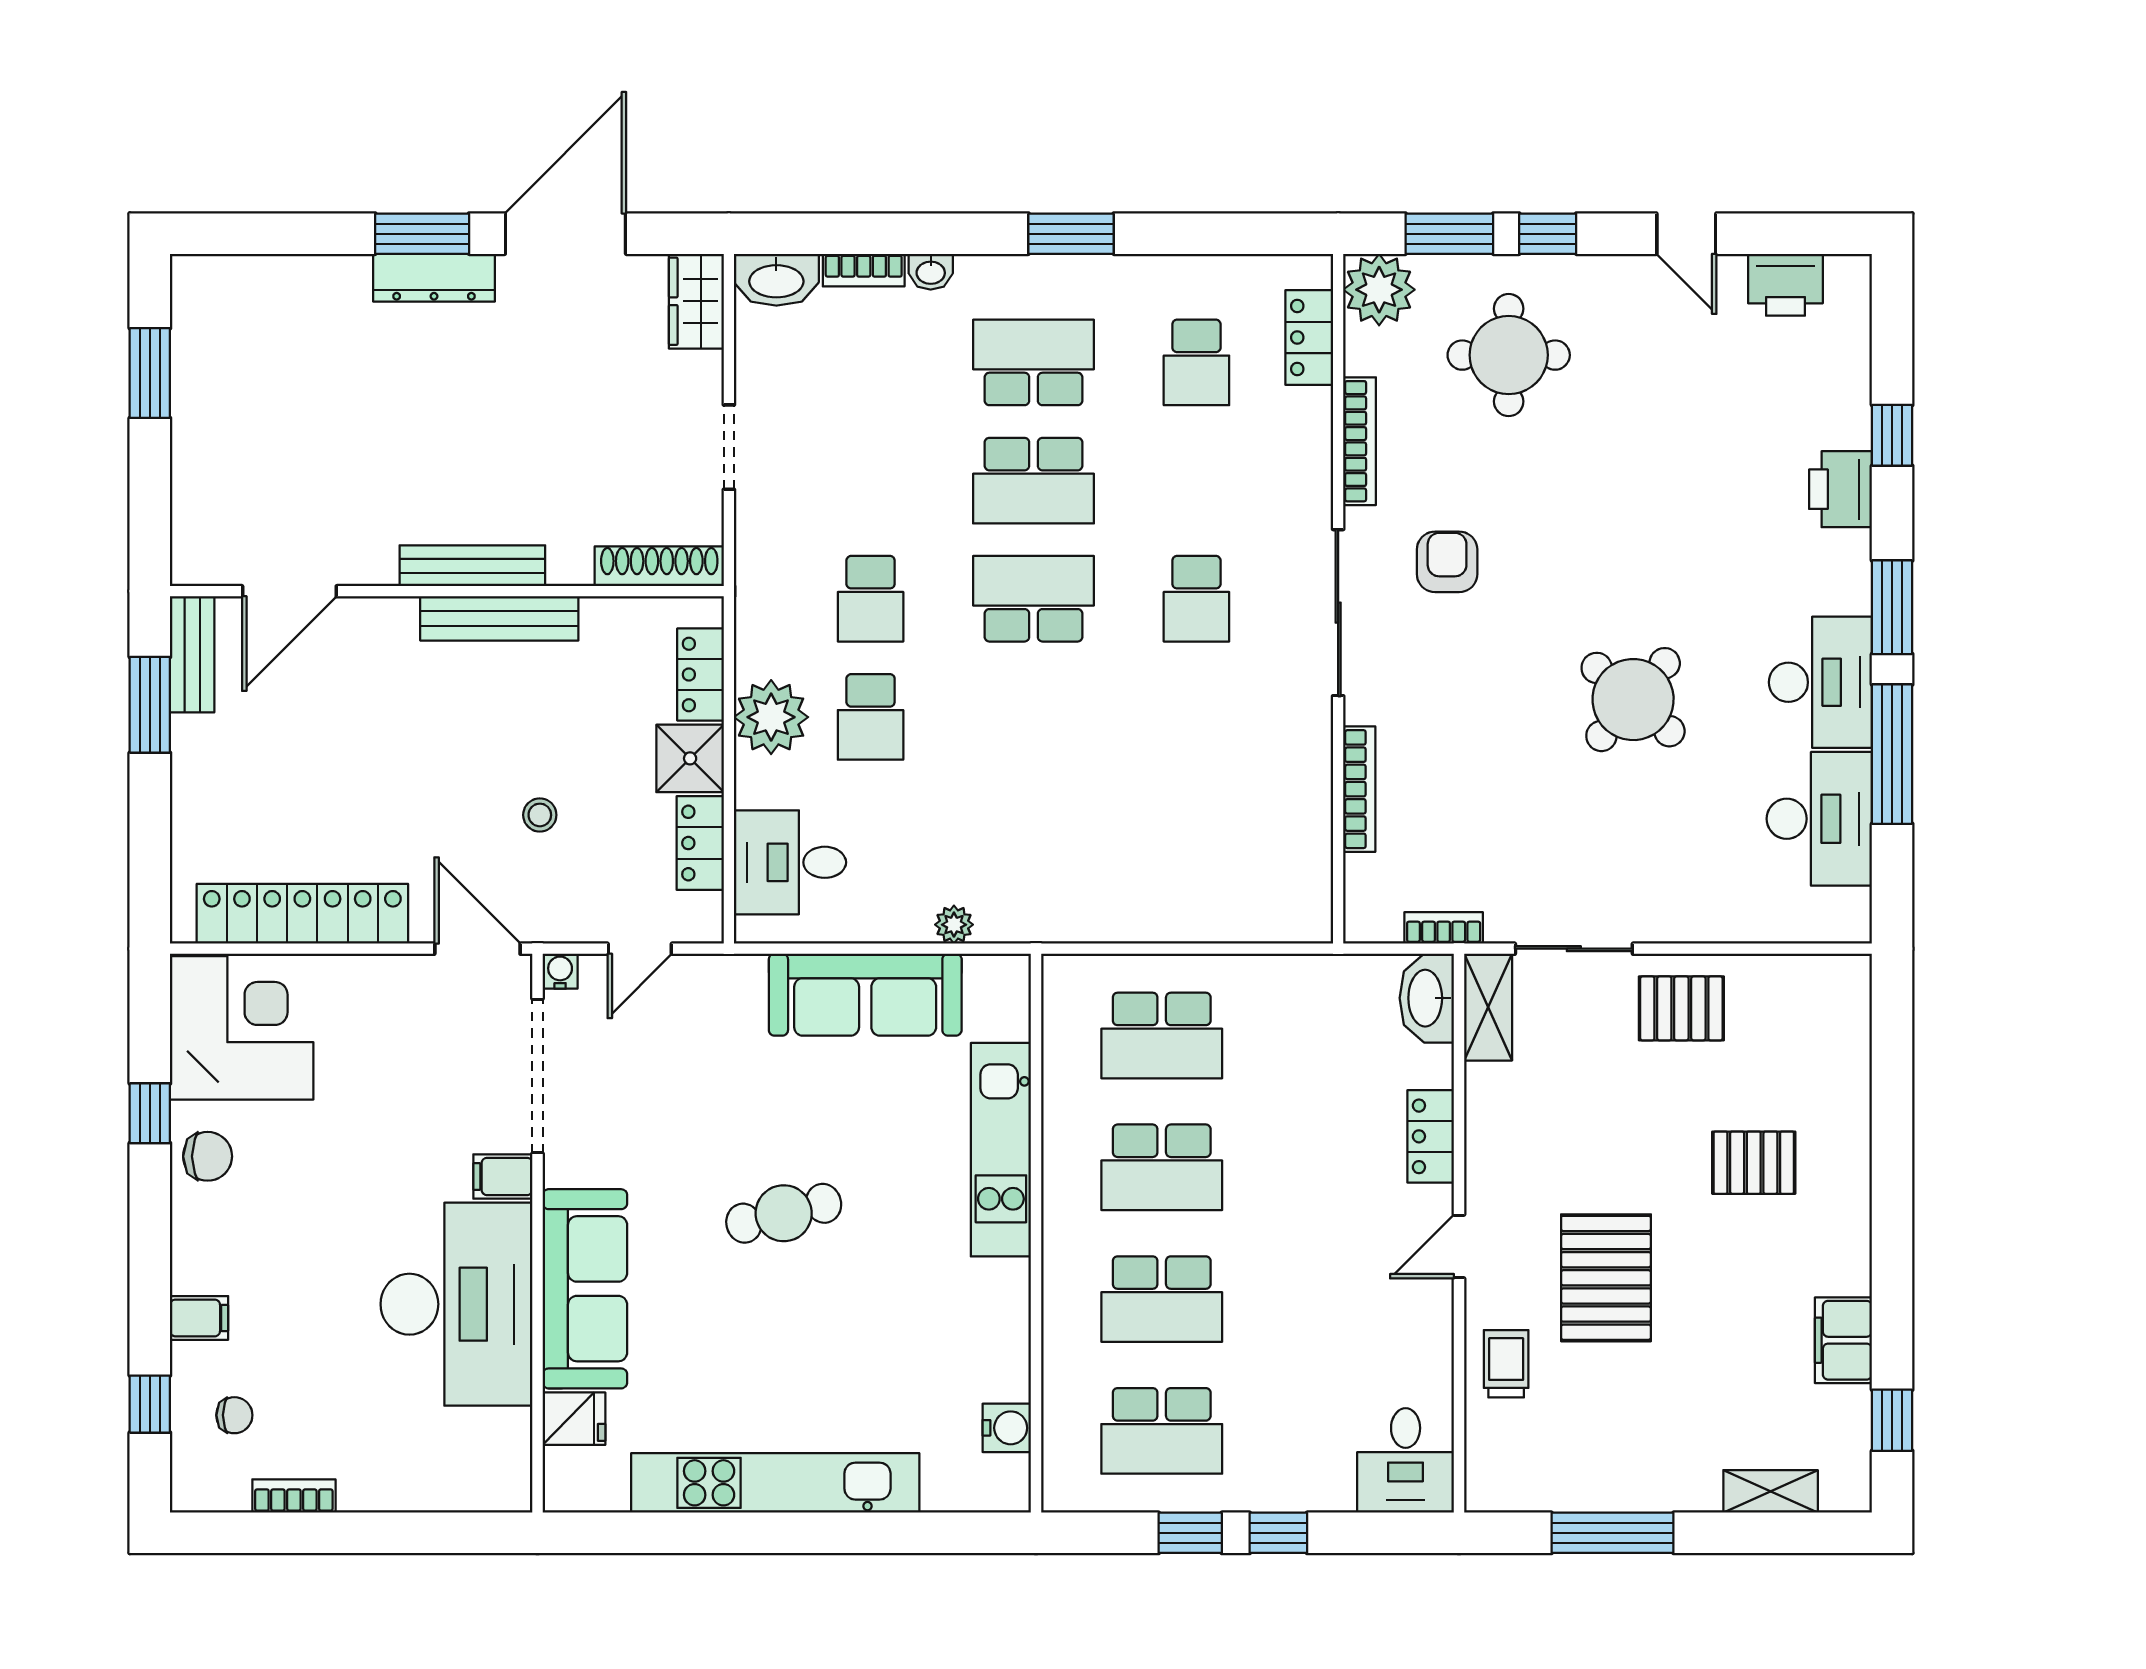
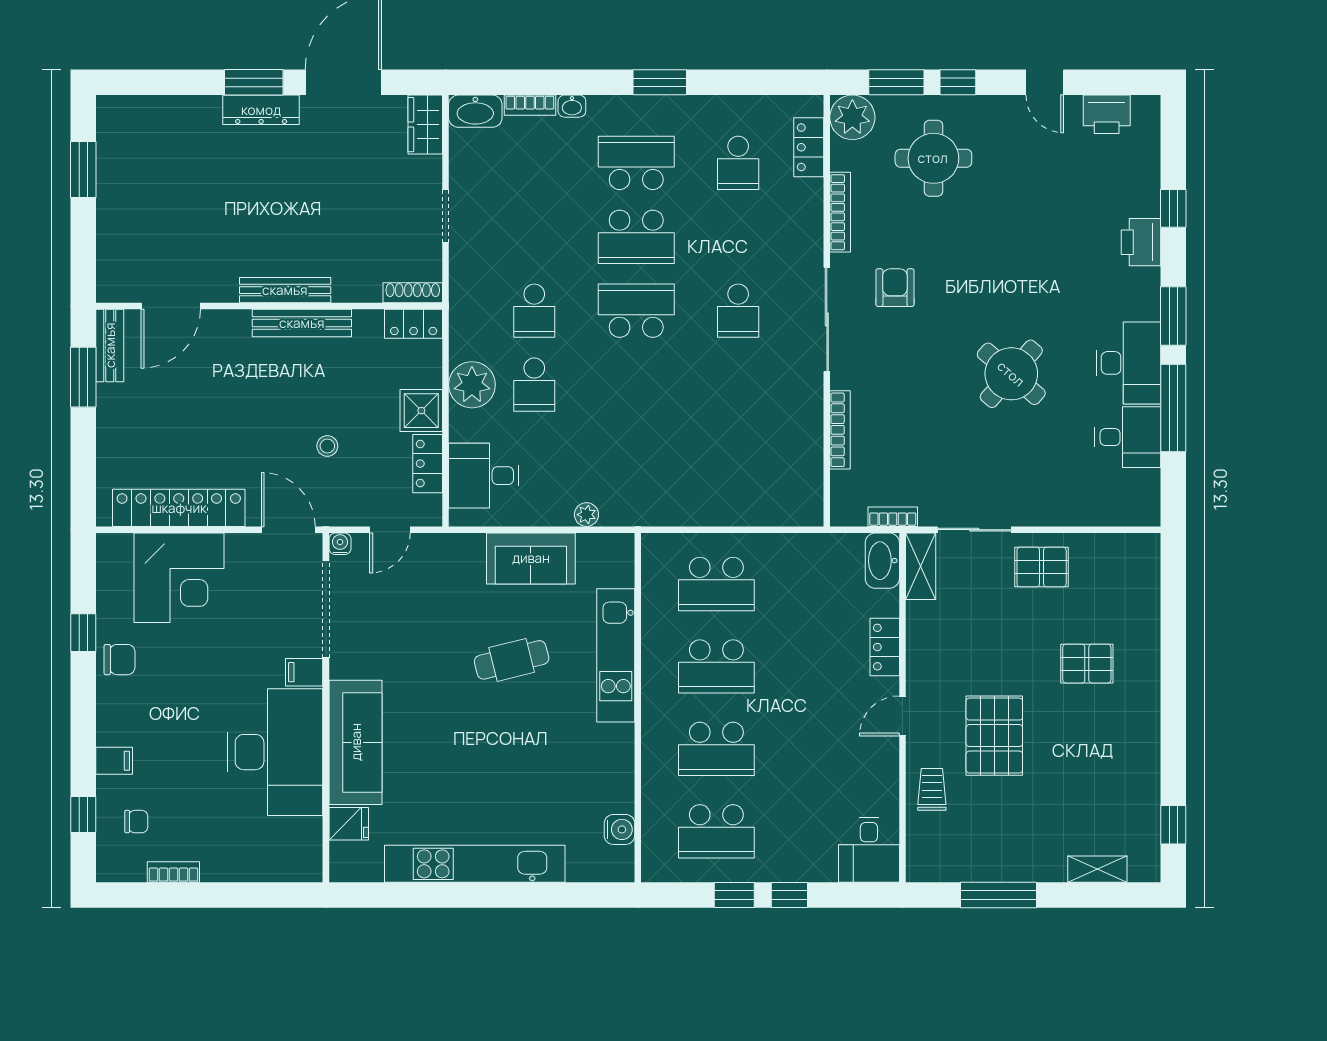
shoe rack: (659, 566) -> (413, 293), width x0.74, depth x0.81
locker: (701, 674) -> (414, 324), moved, turned -90
desk: (1819, 819) -> (1128, 437), width x0.73
sofa: (865, 995) -> (531, 558), width x0.73
corner desk: (242, 1028) -> (179, 578), moved, turned 90
cafe table: (784, 1213) -> (512, 660), moved
filing cabinet: (1843, 1340) -> (1143, 775), removed

